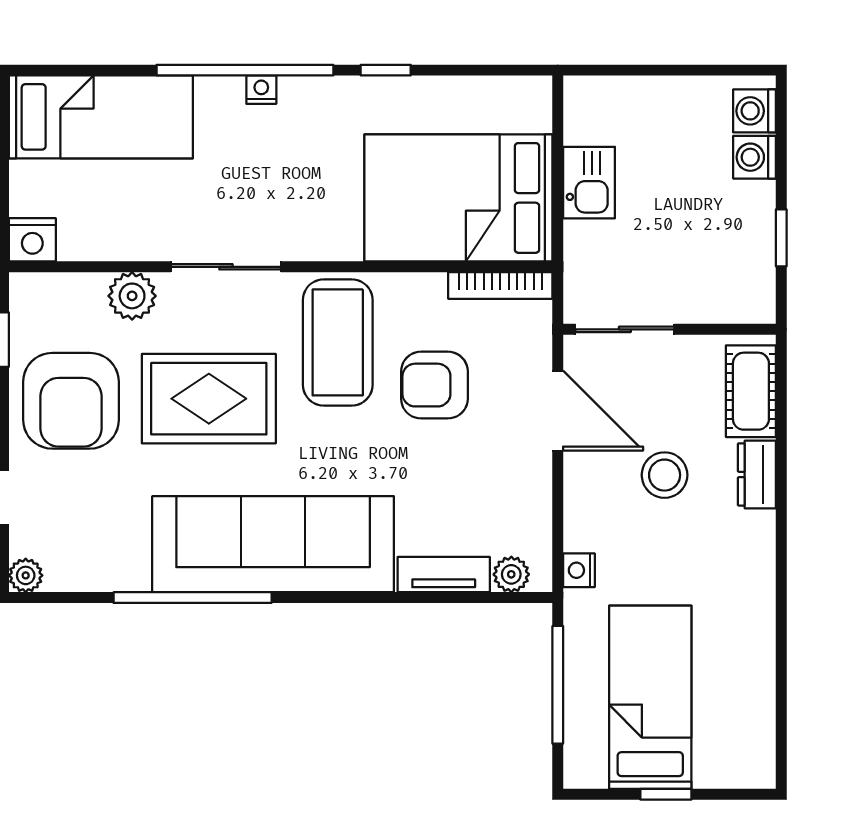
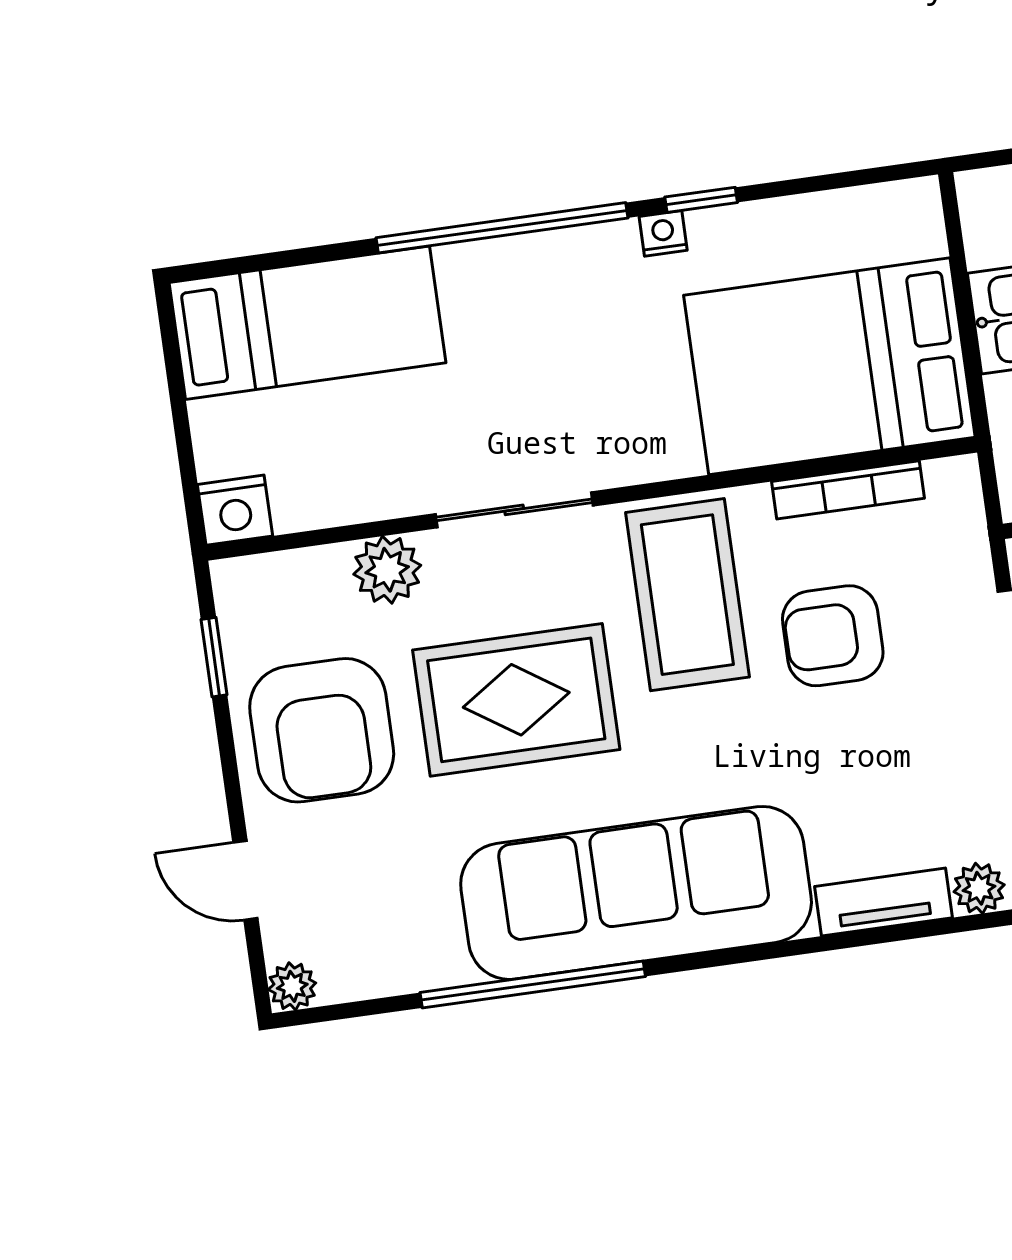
nightstand: (261, 90) -> (663, 233), moved
bookcase: (500, 285) -> (848, 490), moved

